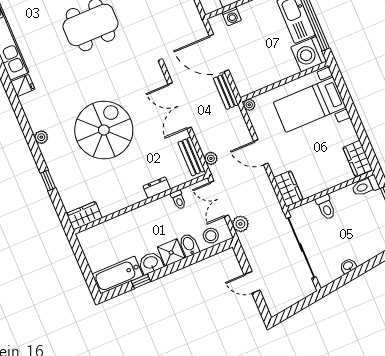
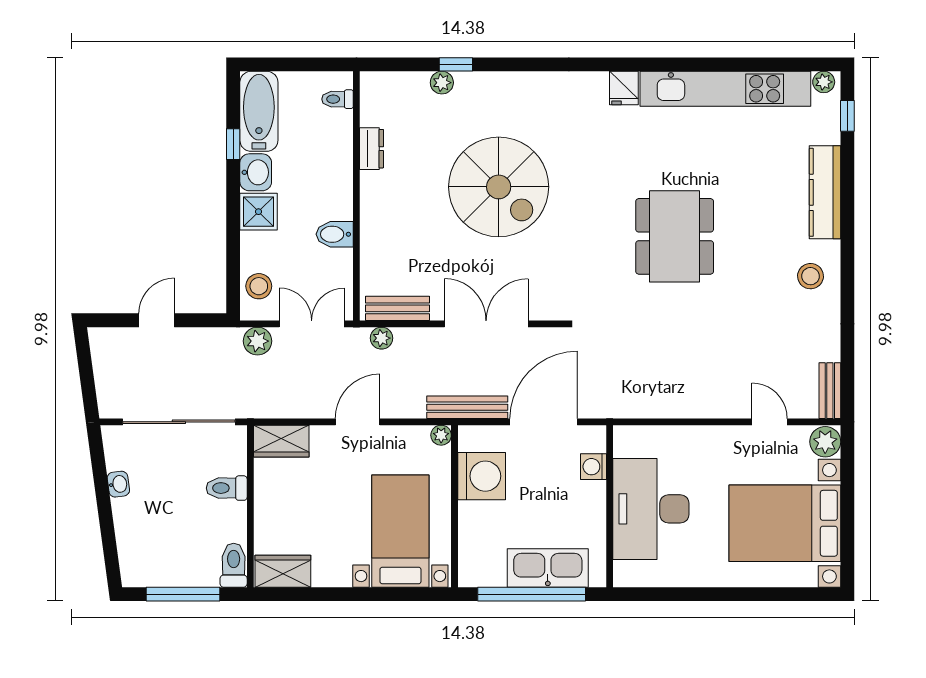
washing machine: (309, 54) -> (482, 476), moved, turned 90
bench: (226, 91) -> (467, 407), width x1.36
plant: (41, 137) -> (442, 83), moved
dresser: (157, 188) -> (372, 149), moved
toilet: (178, 200) -> (338, 99), moved
wardrobe: (84, 216) -> (376, 98), removed
bidet: (189, 245) -> (335, 234), moved, turned 180

